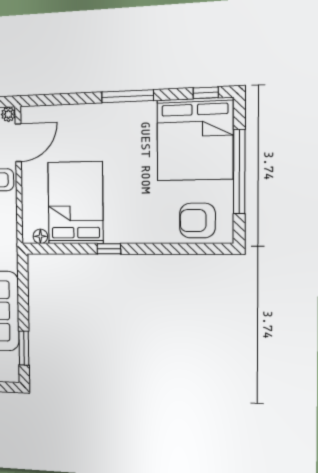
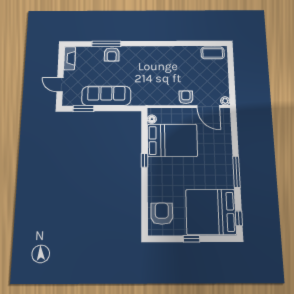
window: (239, 172) -> (192, 239), width x0.32

